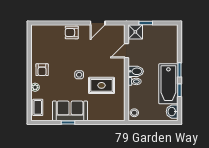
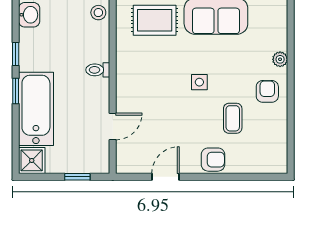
shower: (135, 32) -> (32, 160), moved
bidet: (136, 71) -> (96, 88), removed
bathtub: (168, 84) -> (36, 109), moved
rug: (101, 85) -> (155, 20), moved
coffee table: (38, 107) -> (233, 118), moved

